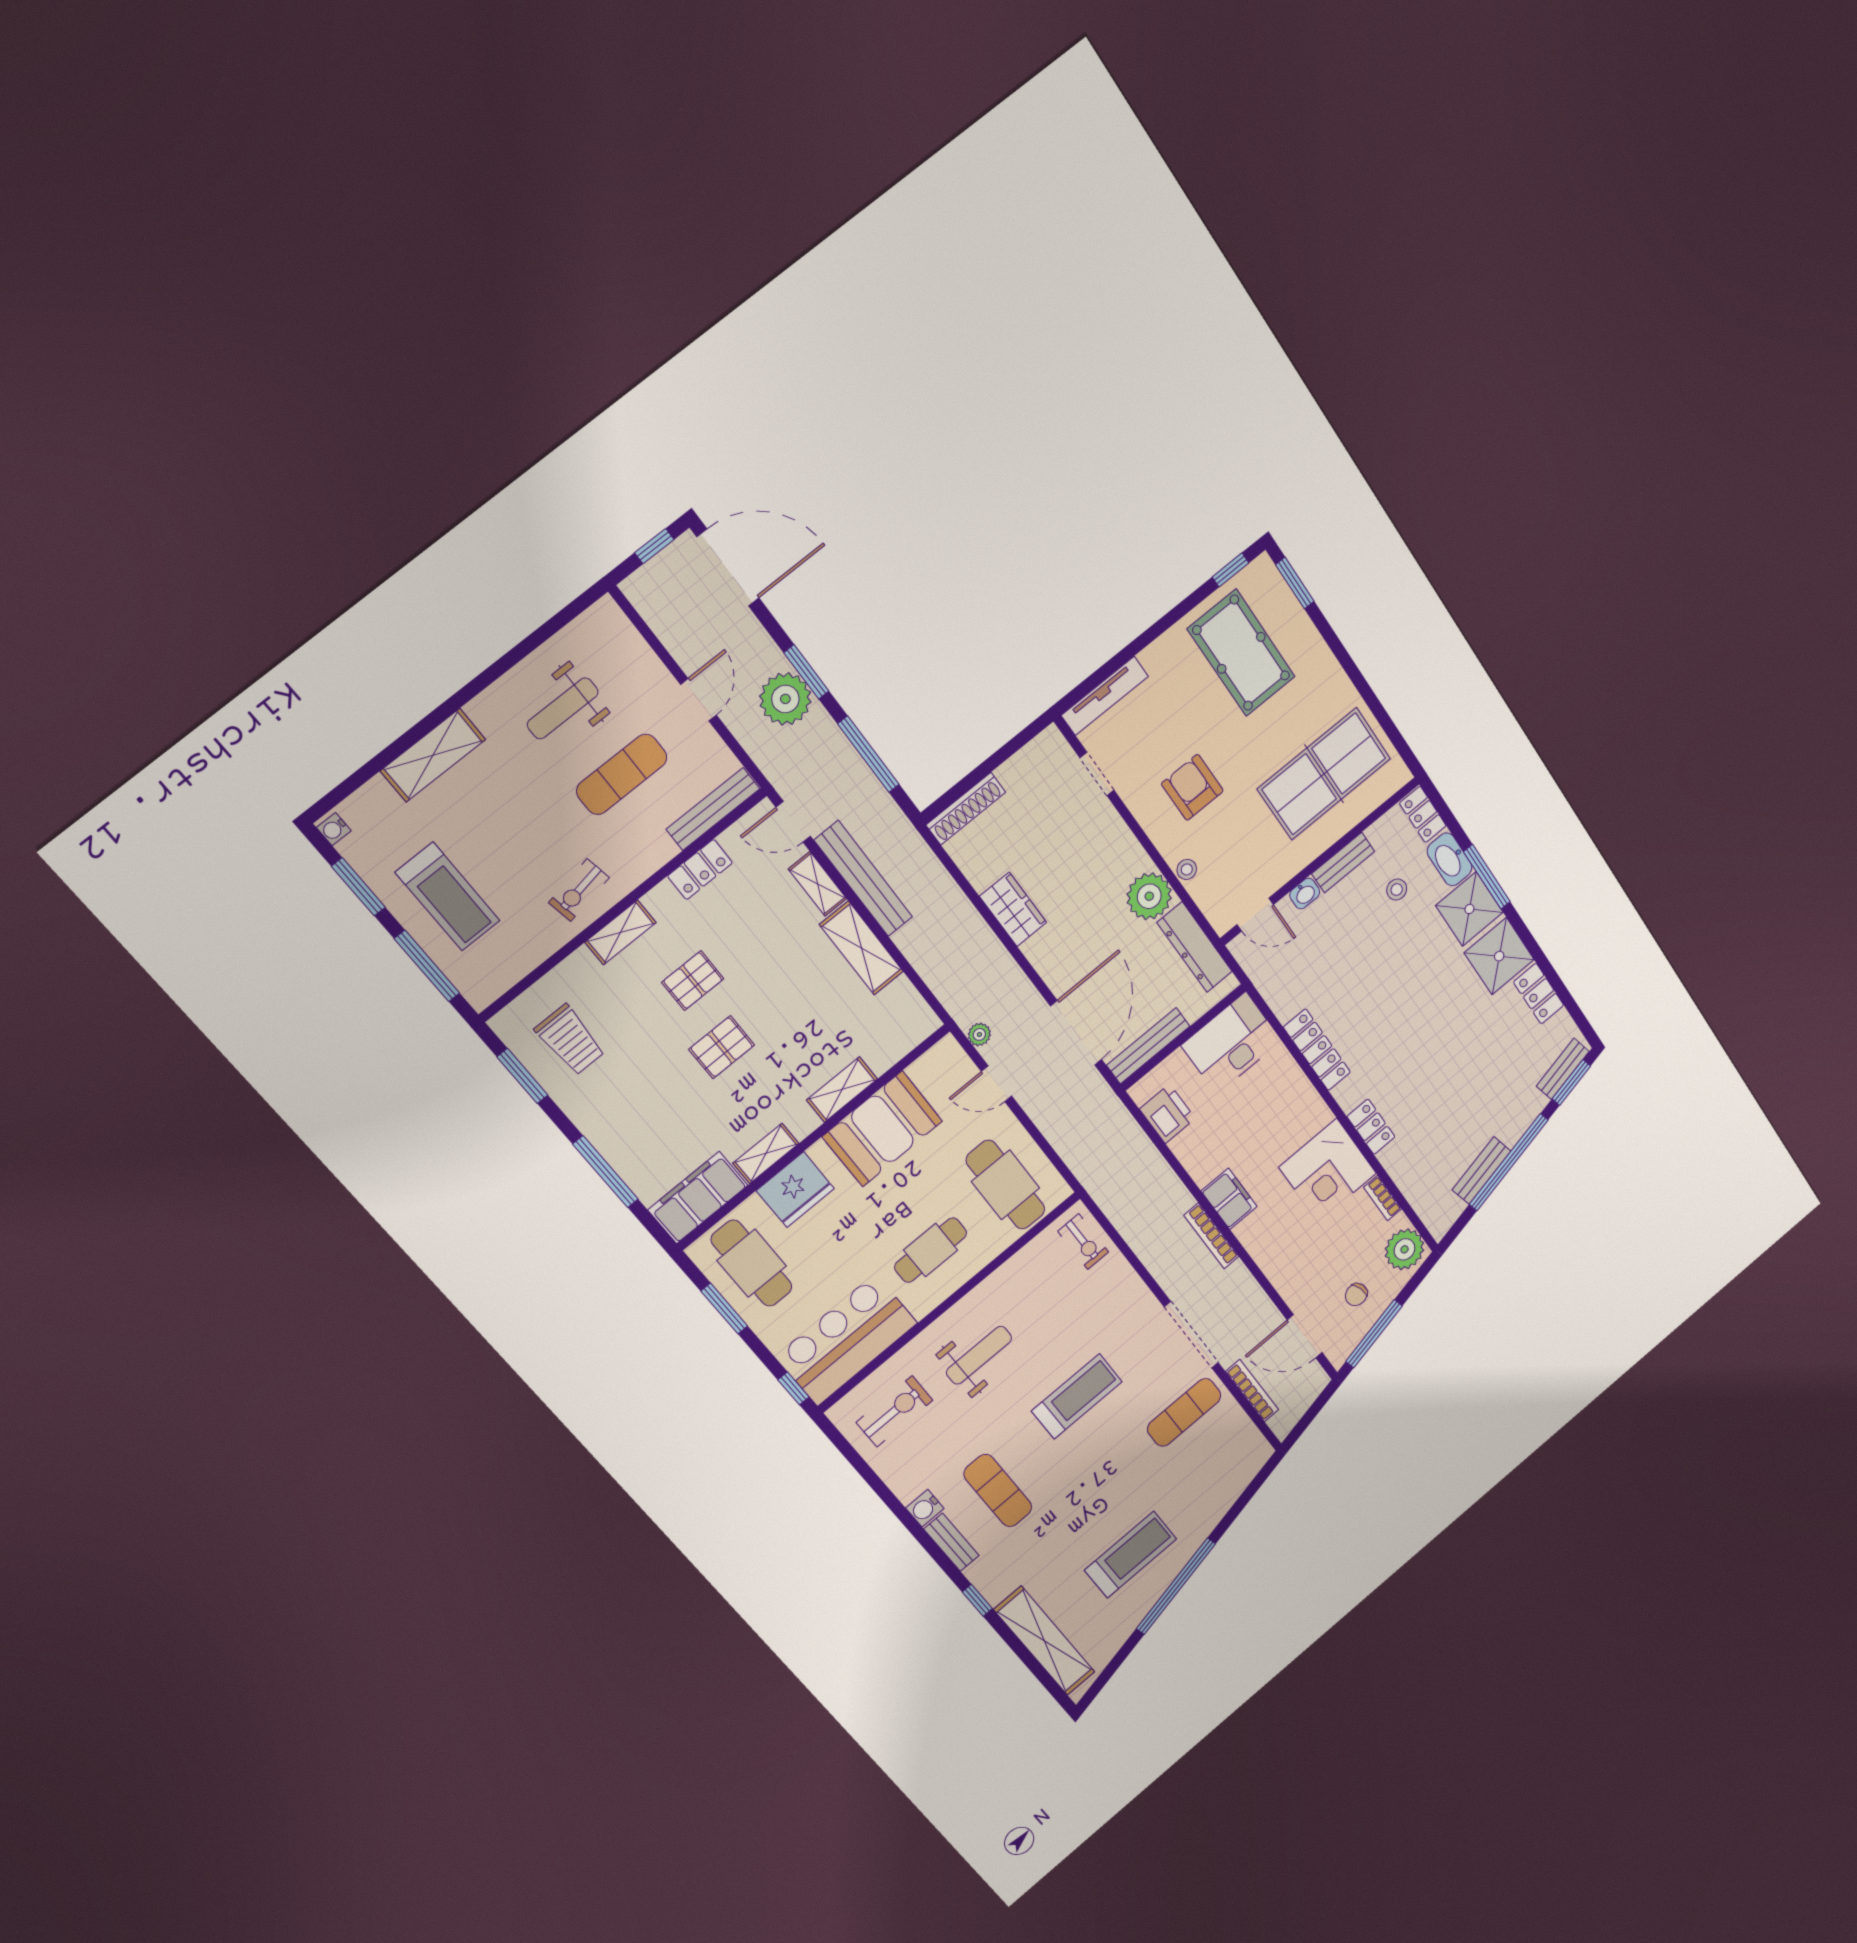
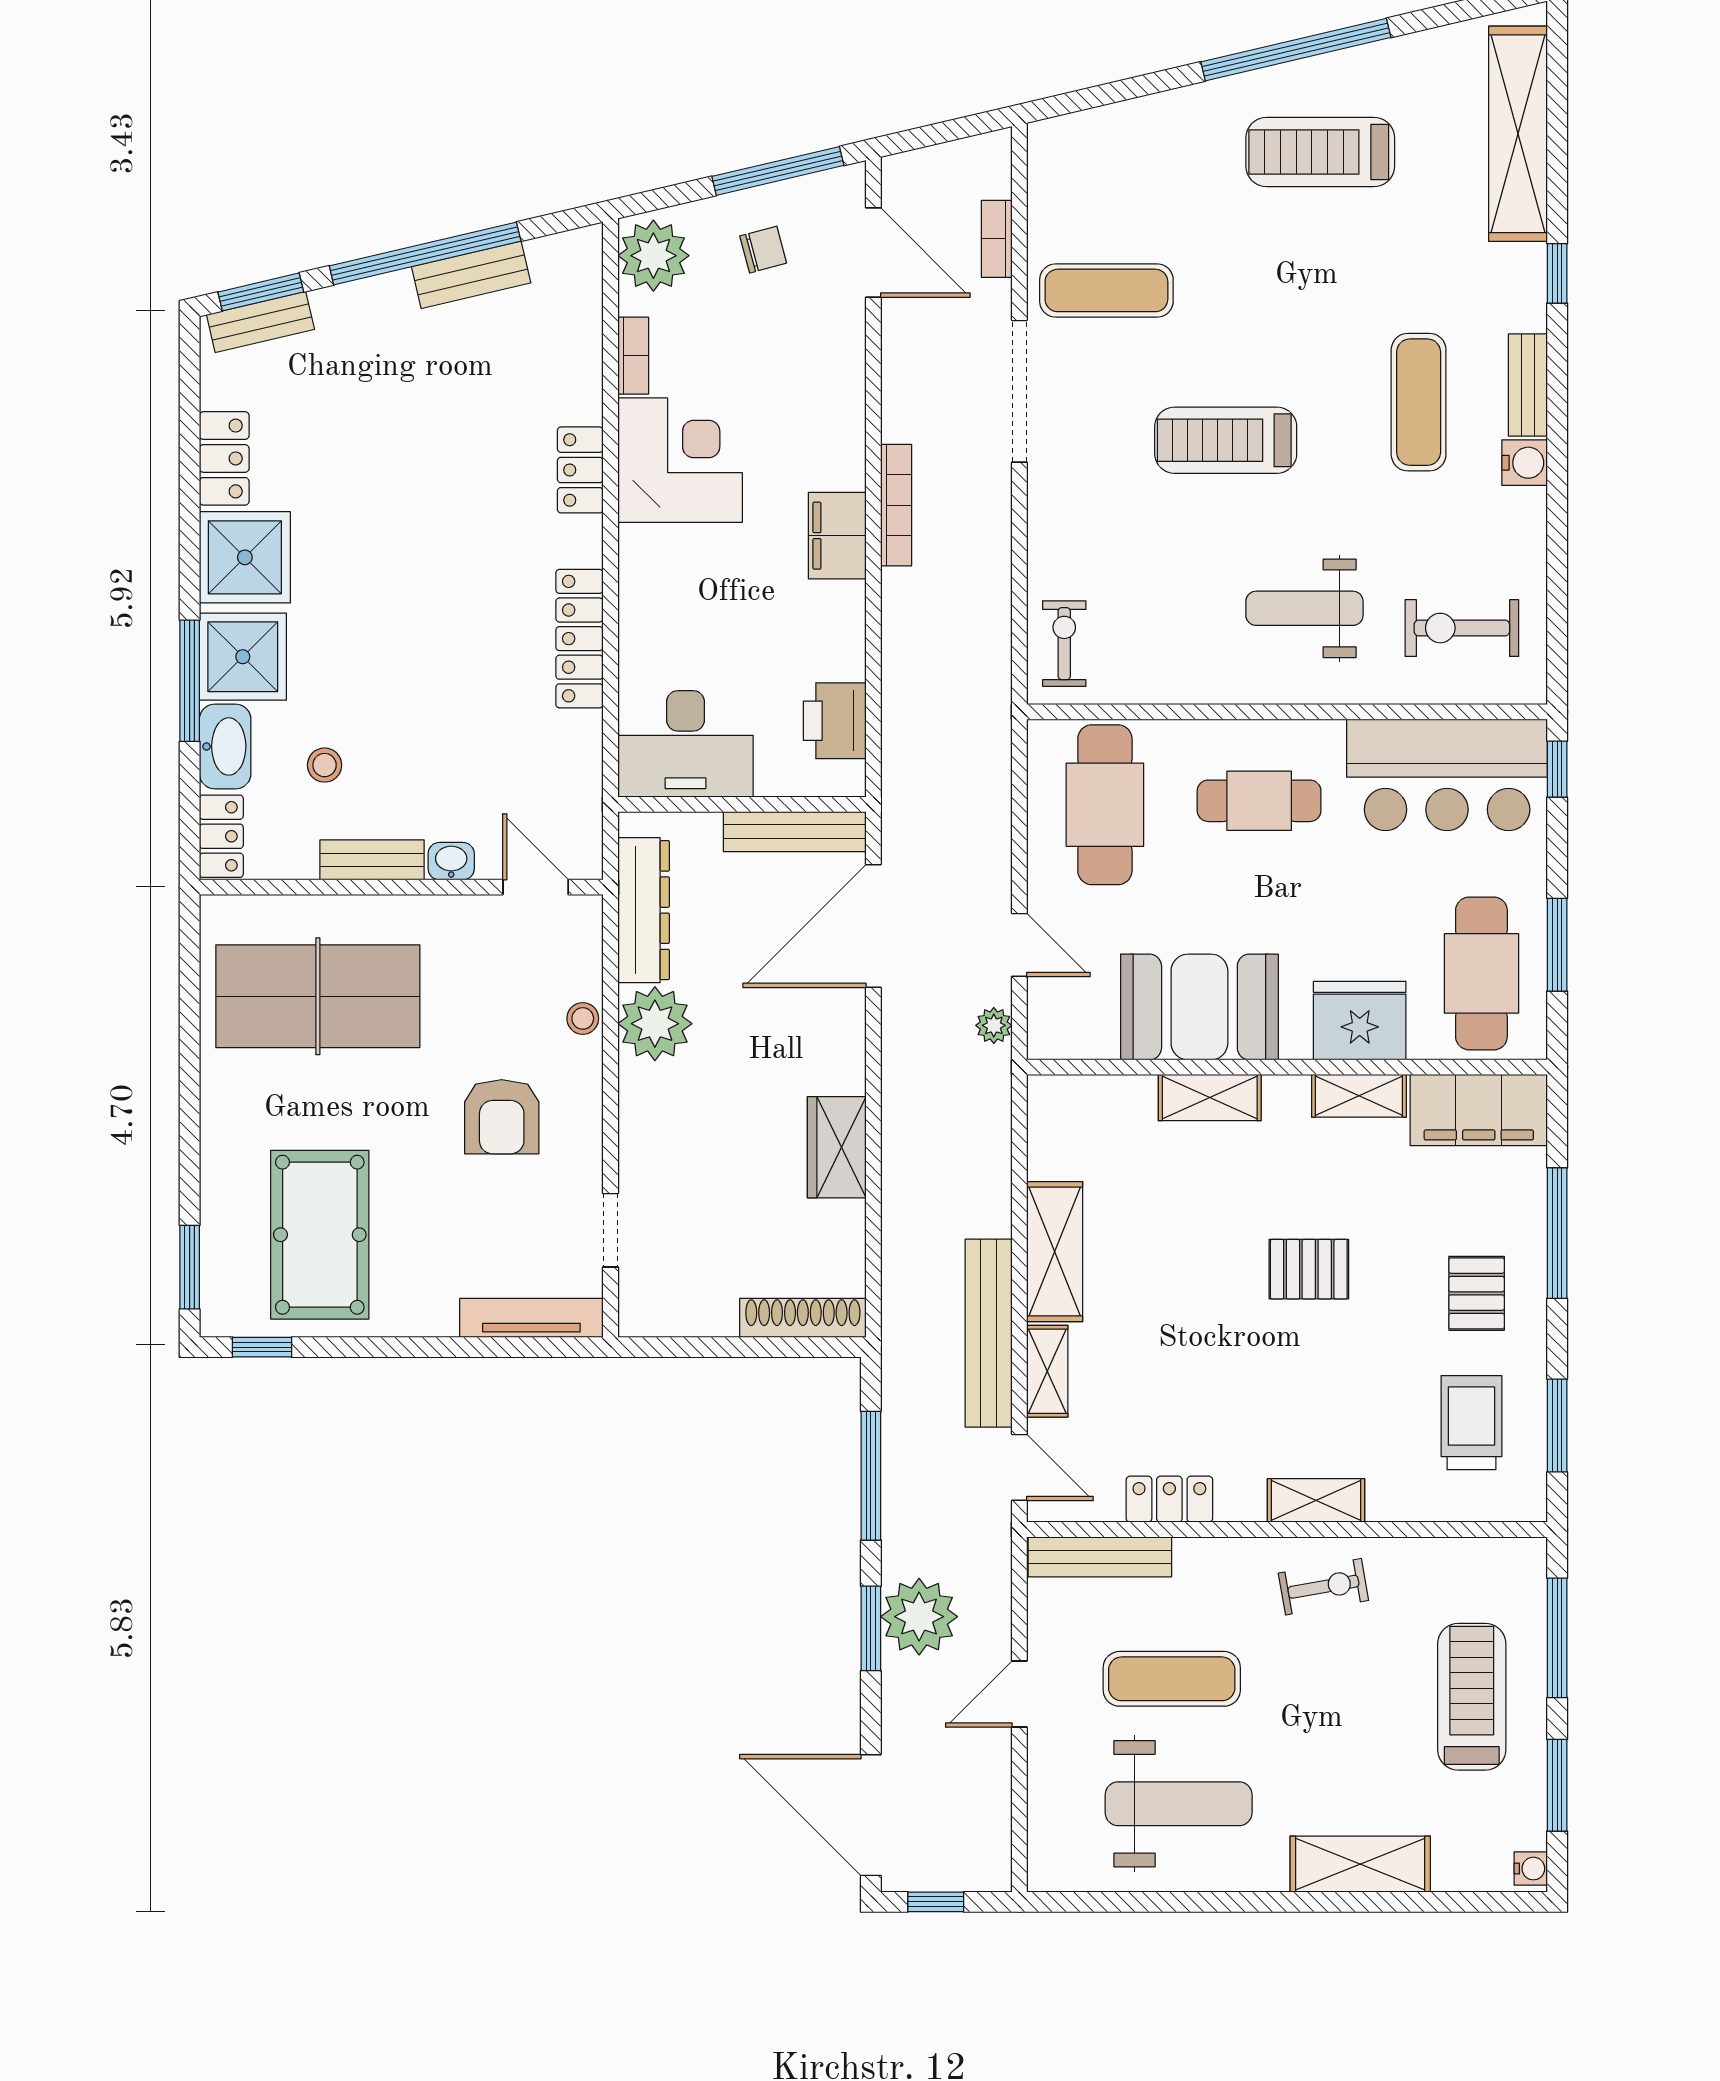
weight bench: (563, 708) -> (1179, 1804), width x1.36, depth x1.33
pallet: (693, 981) -> (1477, 1293), moved, turned 90
bookcase: (1252, 1391) -> (997, 239), width x0.64

